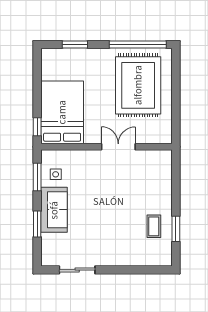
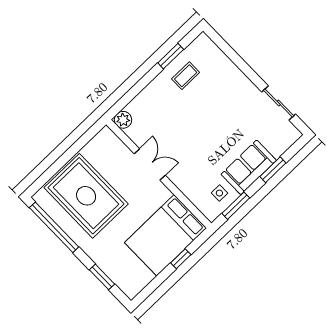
rug: (138, 85) -> (86, 196), turned 90
window: (37, 127) -> (181, 259), moved
double door: (118, 147) -> (150, 165), swing flipped
plant: (164, 158) -> (123, 120), added

